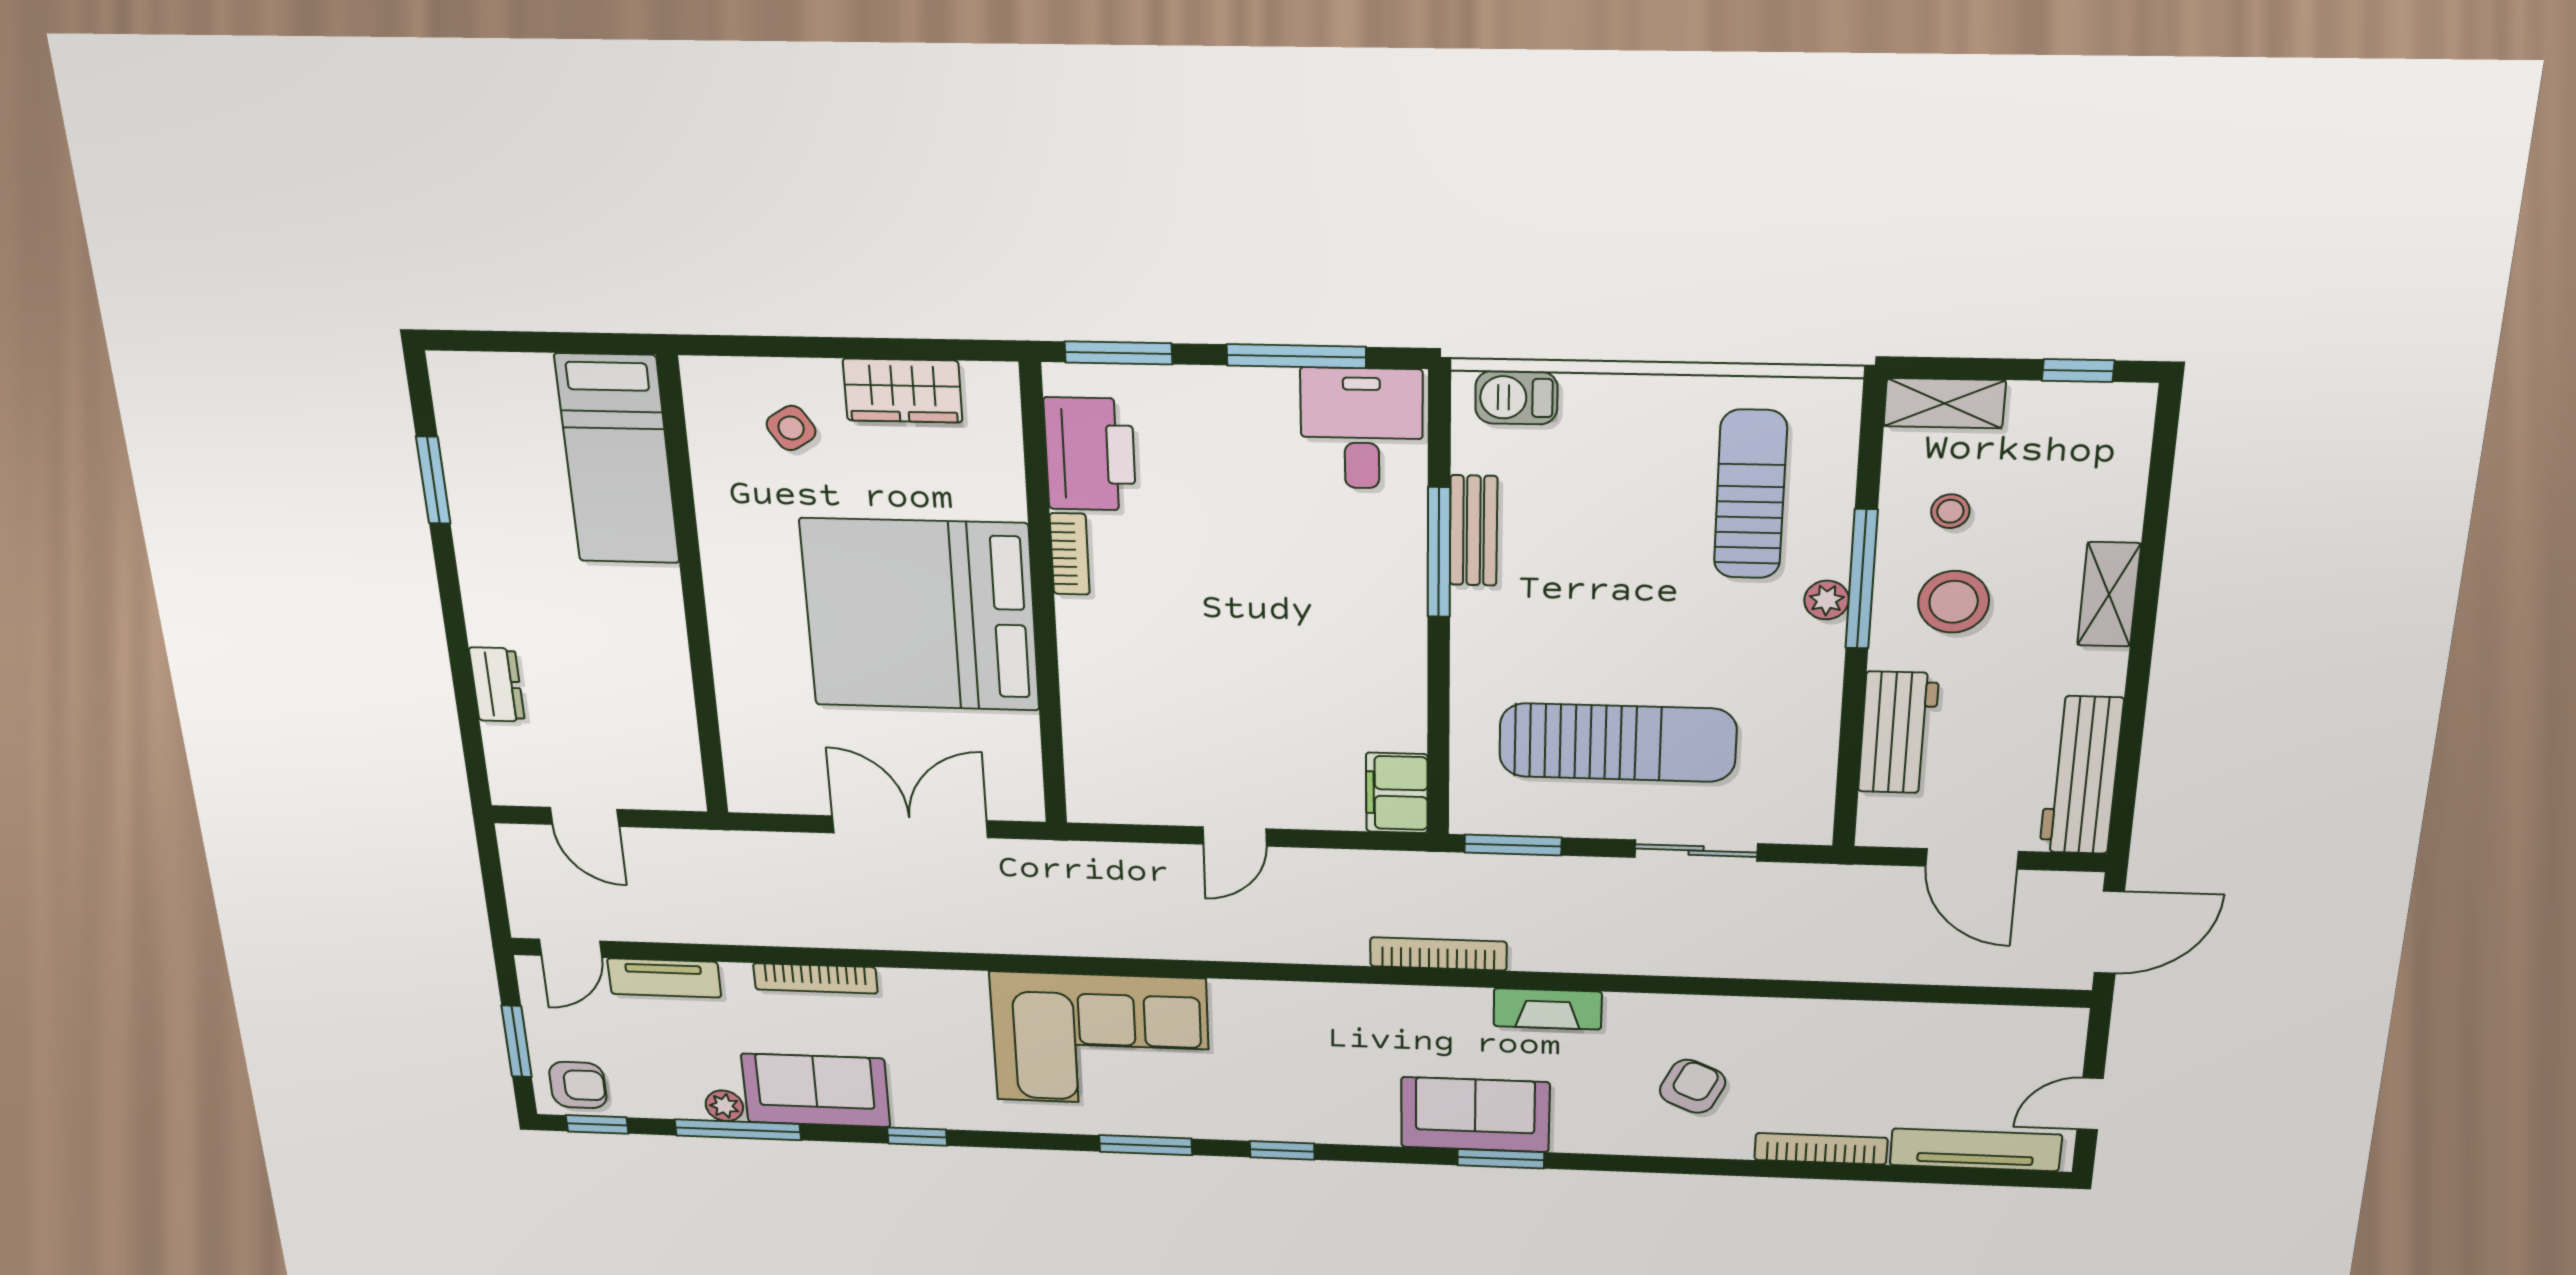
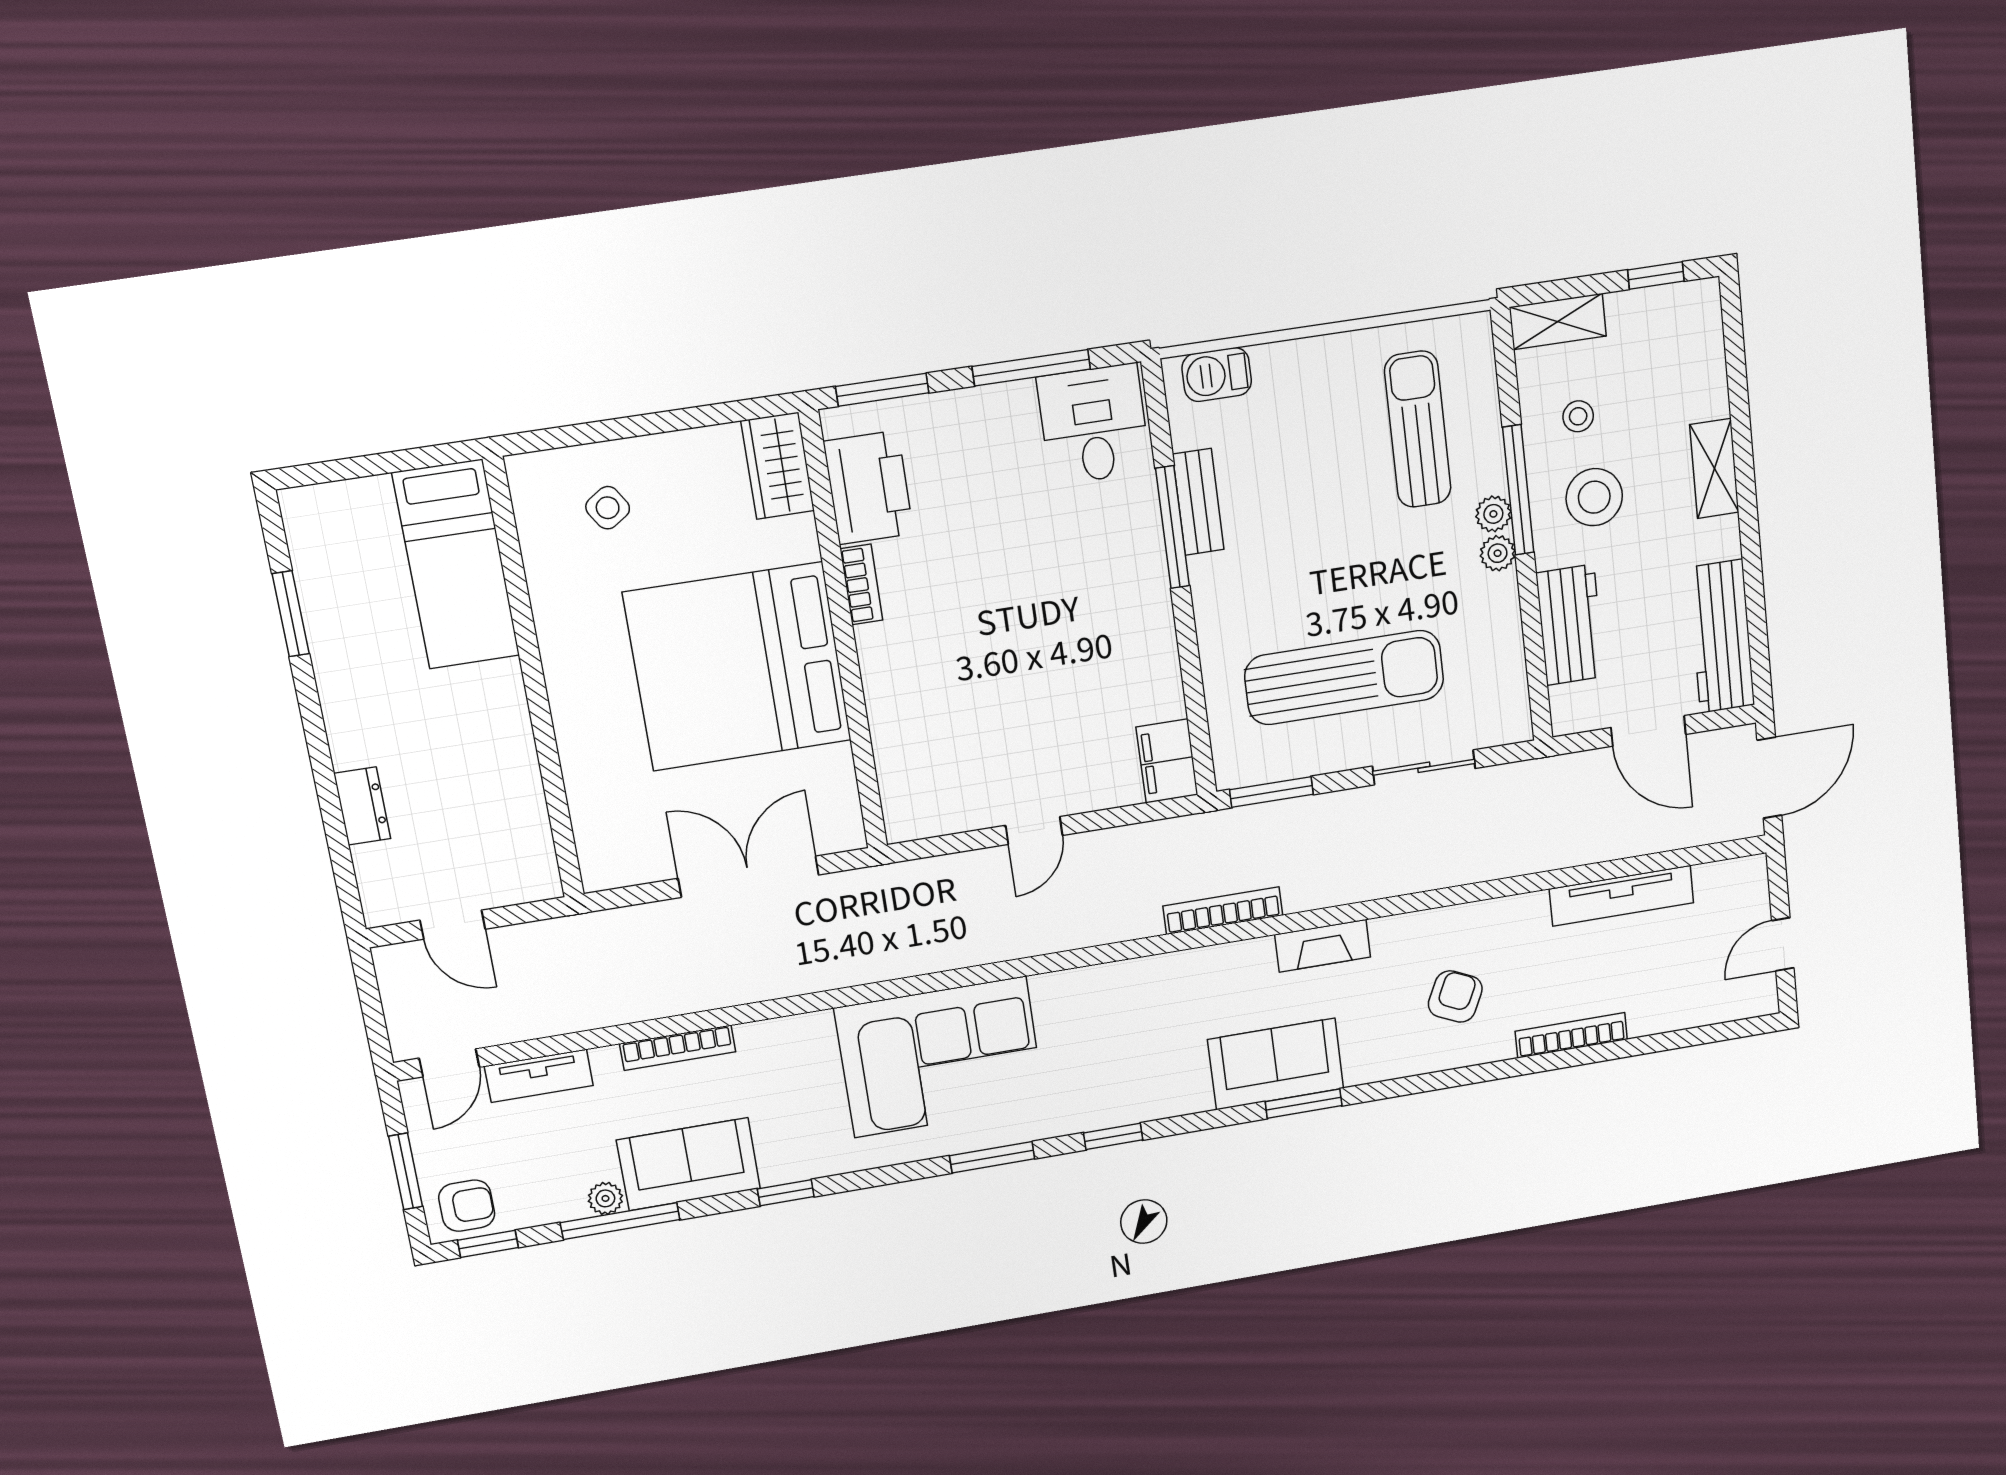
wardrobe: (903, 391) -> (778, 466), moved, turned 90
plant: (1824, 643) -> (1498, 553), added
tv unit: (1976, 1150) -> (1622, 896), moved, turned 180

